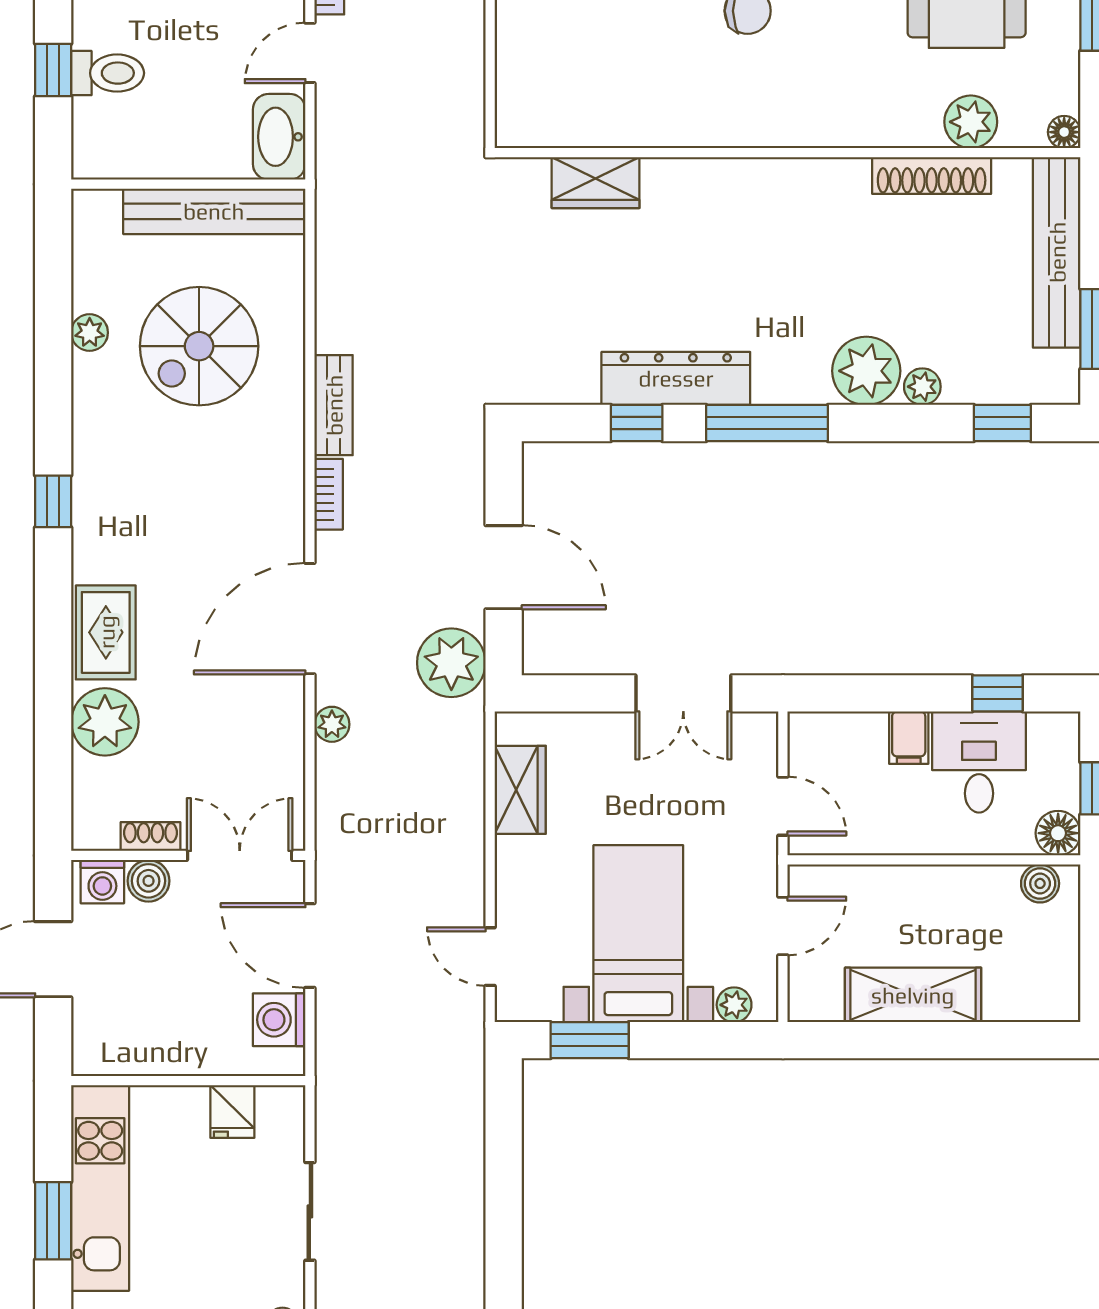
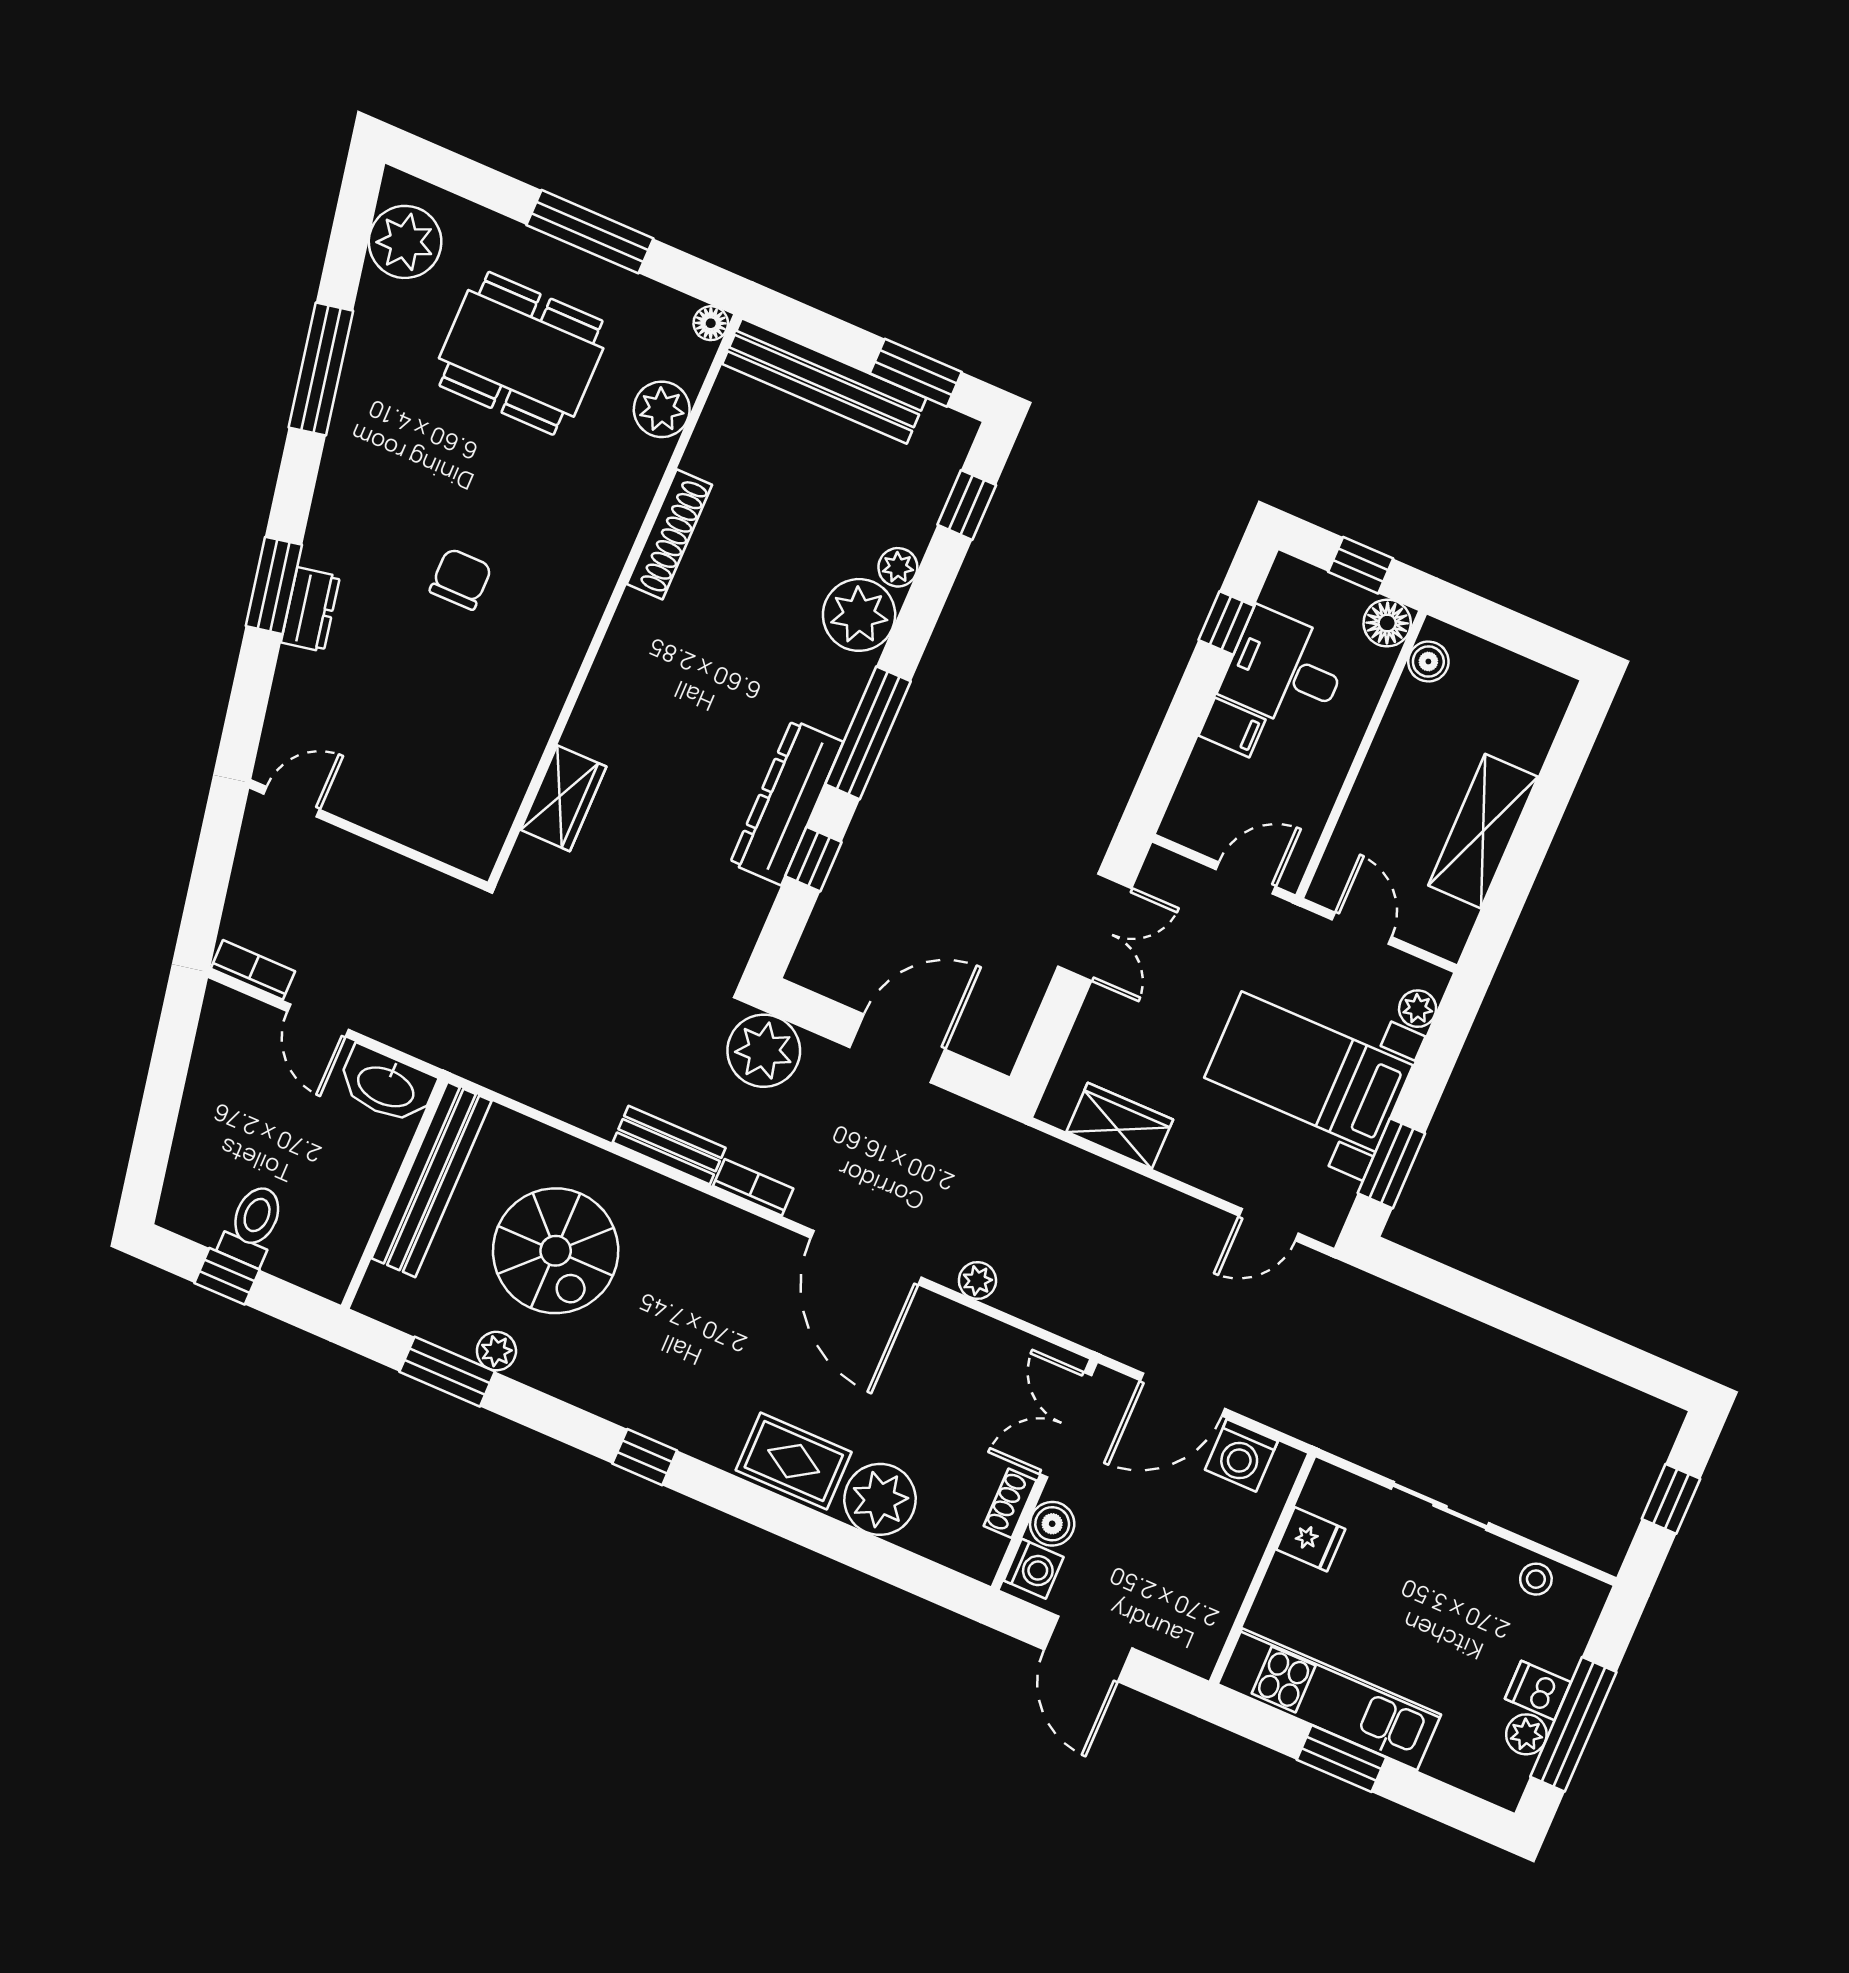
shoe rack: (932, 176) -> (669, 534), moved
window: (53, 297) -> (447, 1372), added
plant: (451, 663) -> (764, 1051), moved

